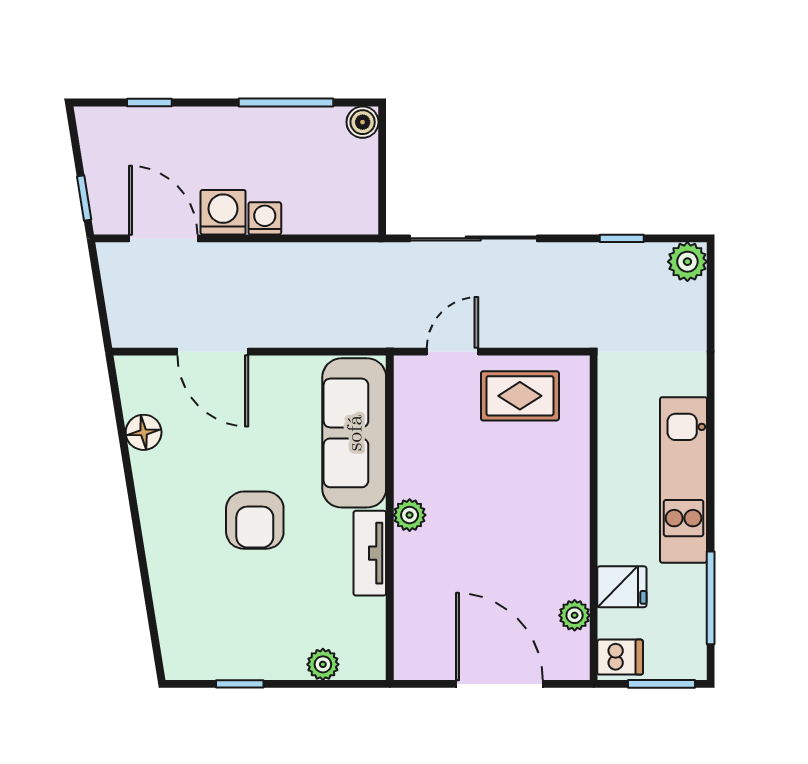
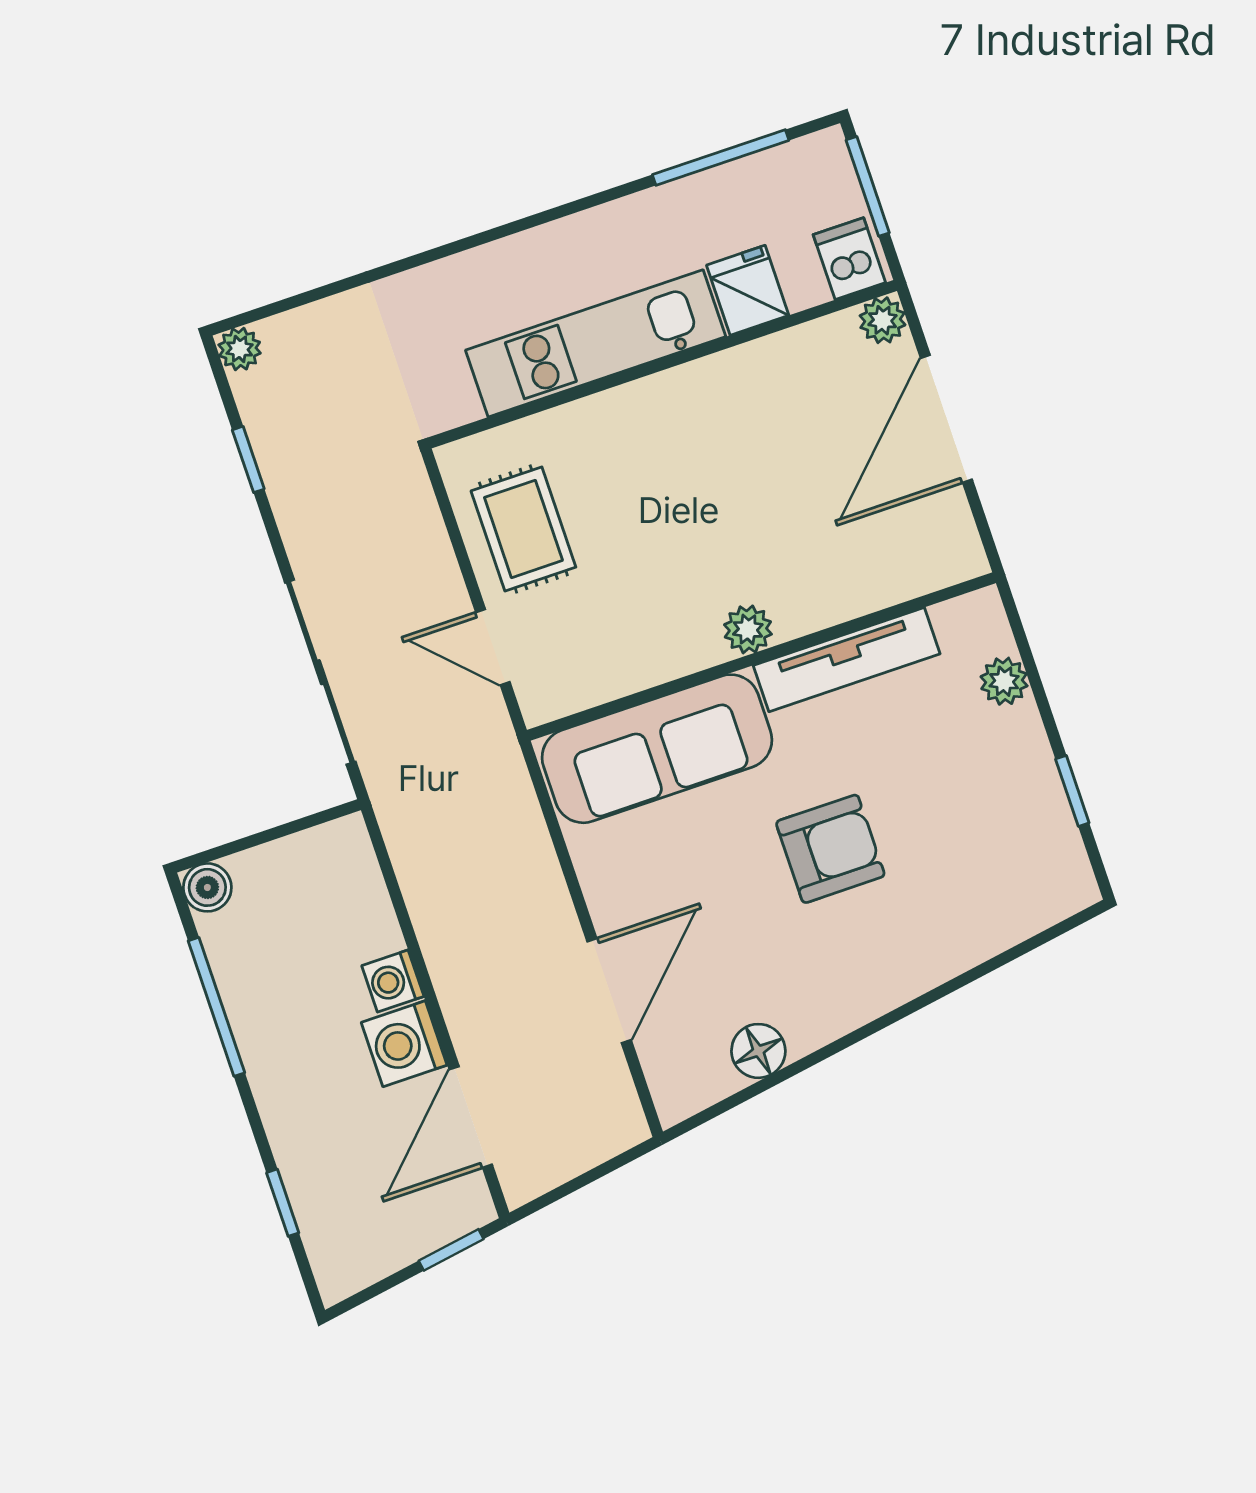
plant: (687, 262) -> (240, 349), width x0.73, depth x0.73
kitchen unit: (684, 480) -> (596, 343), moved, turned 180
tv unit: (370, 553) -> (847, 660), width x1.41
plant: (575, 615) -> (883, 320), moved

